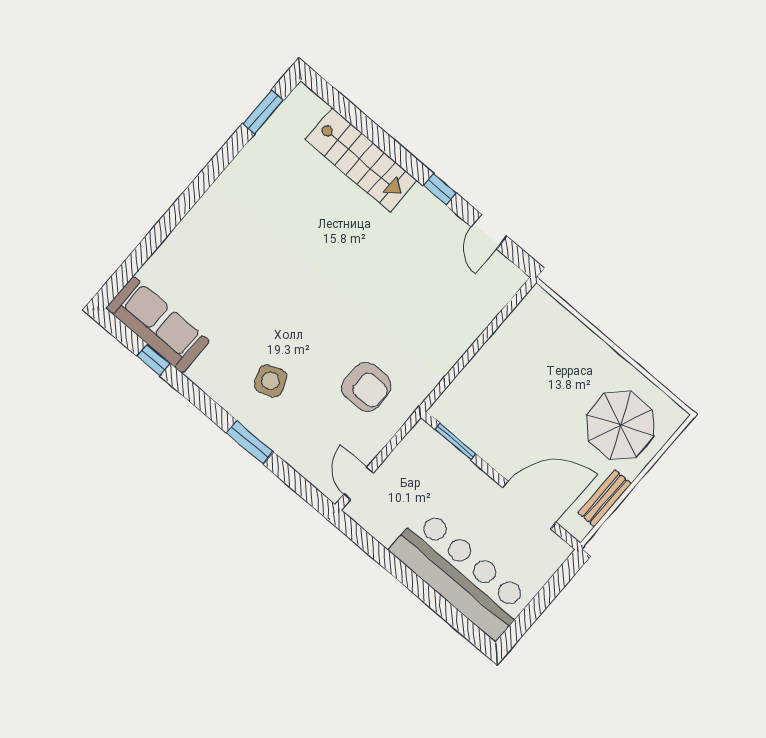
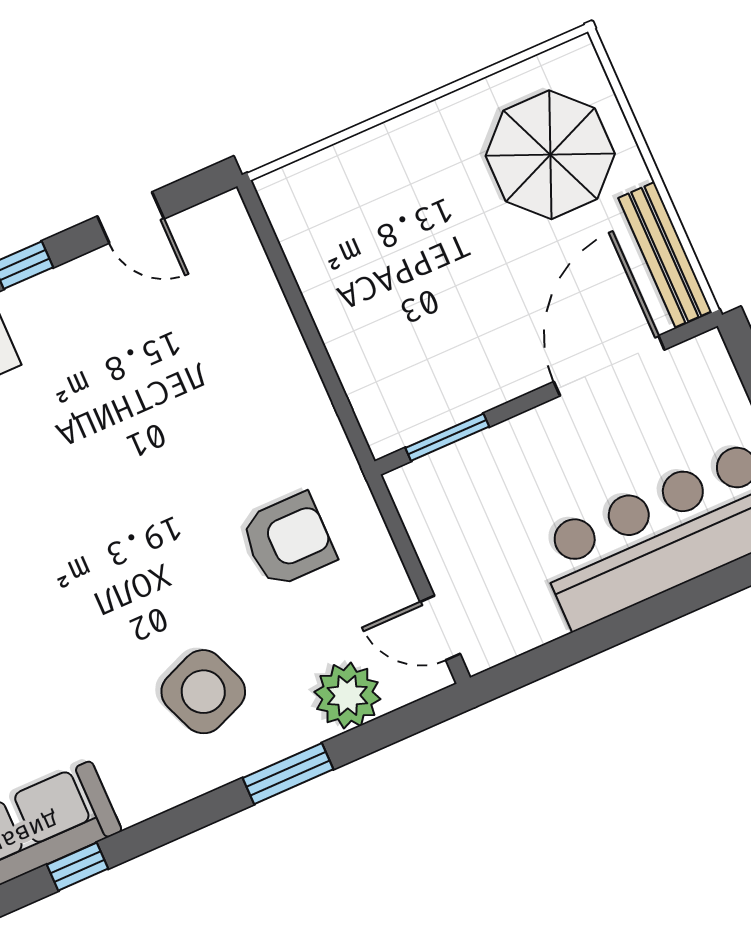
side table: (271, 381) -> (203, 692), width x1.37, depth x1.37
plant: (303, 453) -> (347, 696), added
bench: (605, 498) -> (665, 255), width x1.36

